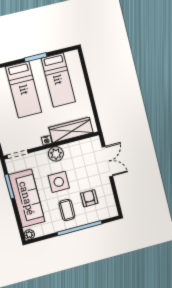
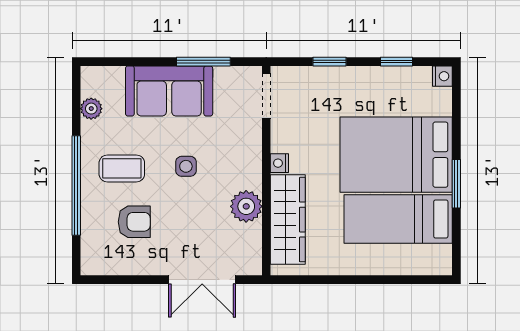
bed: (24, 90) -> (396, 155), width x1.50
plant: (56, 154) -> (246, 206), moved
side table: (59, 182) -> (186, 166), width x0.54, depth x0.54
sofa: (27, 198) -> (169, 91), width x0.73
plant: (29, 235) -> (91, 109), moved

